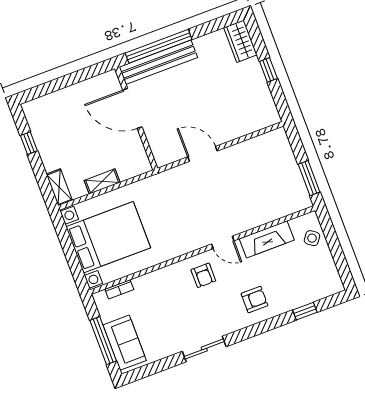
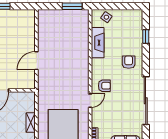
door: (223, 242) -> (90, 101), moved
sliding door: (204, 349) -> (146, 101), width x1.86

